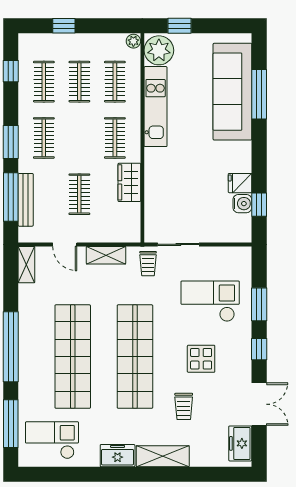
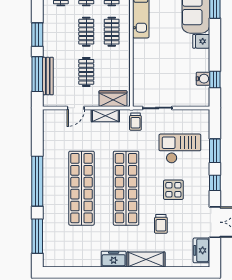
clothes rail: (44, 138) -> (86, 32), moved
wardrobe: (129, 182) -> (113, 99), moved, turned 90
fridge: (240, 183) -> (201, 41), moved
door: (65, 244) -> (76, 108), hinge flipped
shelving: (26, 265) -> (48, 122), removed
checkout: (52, 440) -> (67, 248), removed

